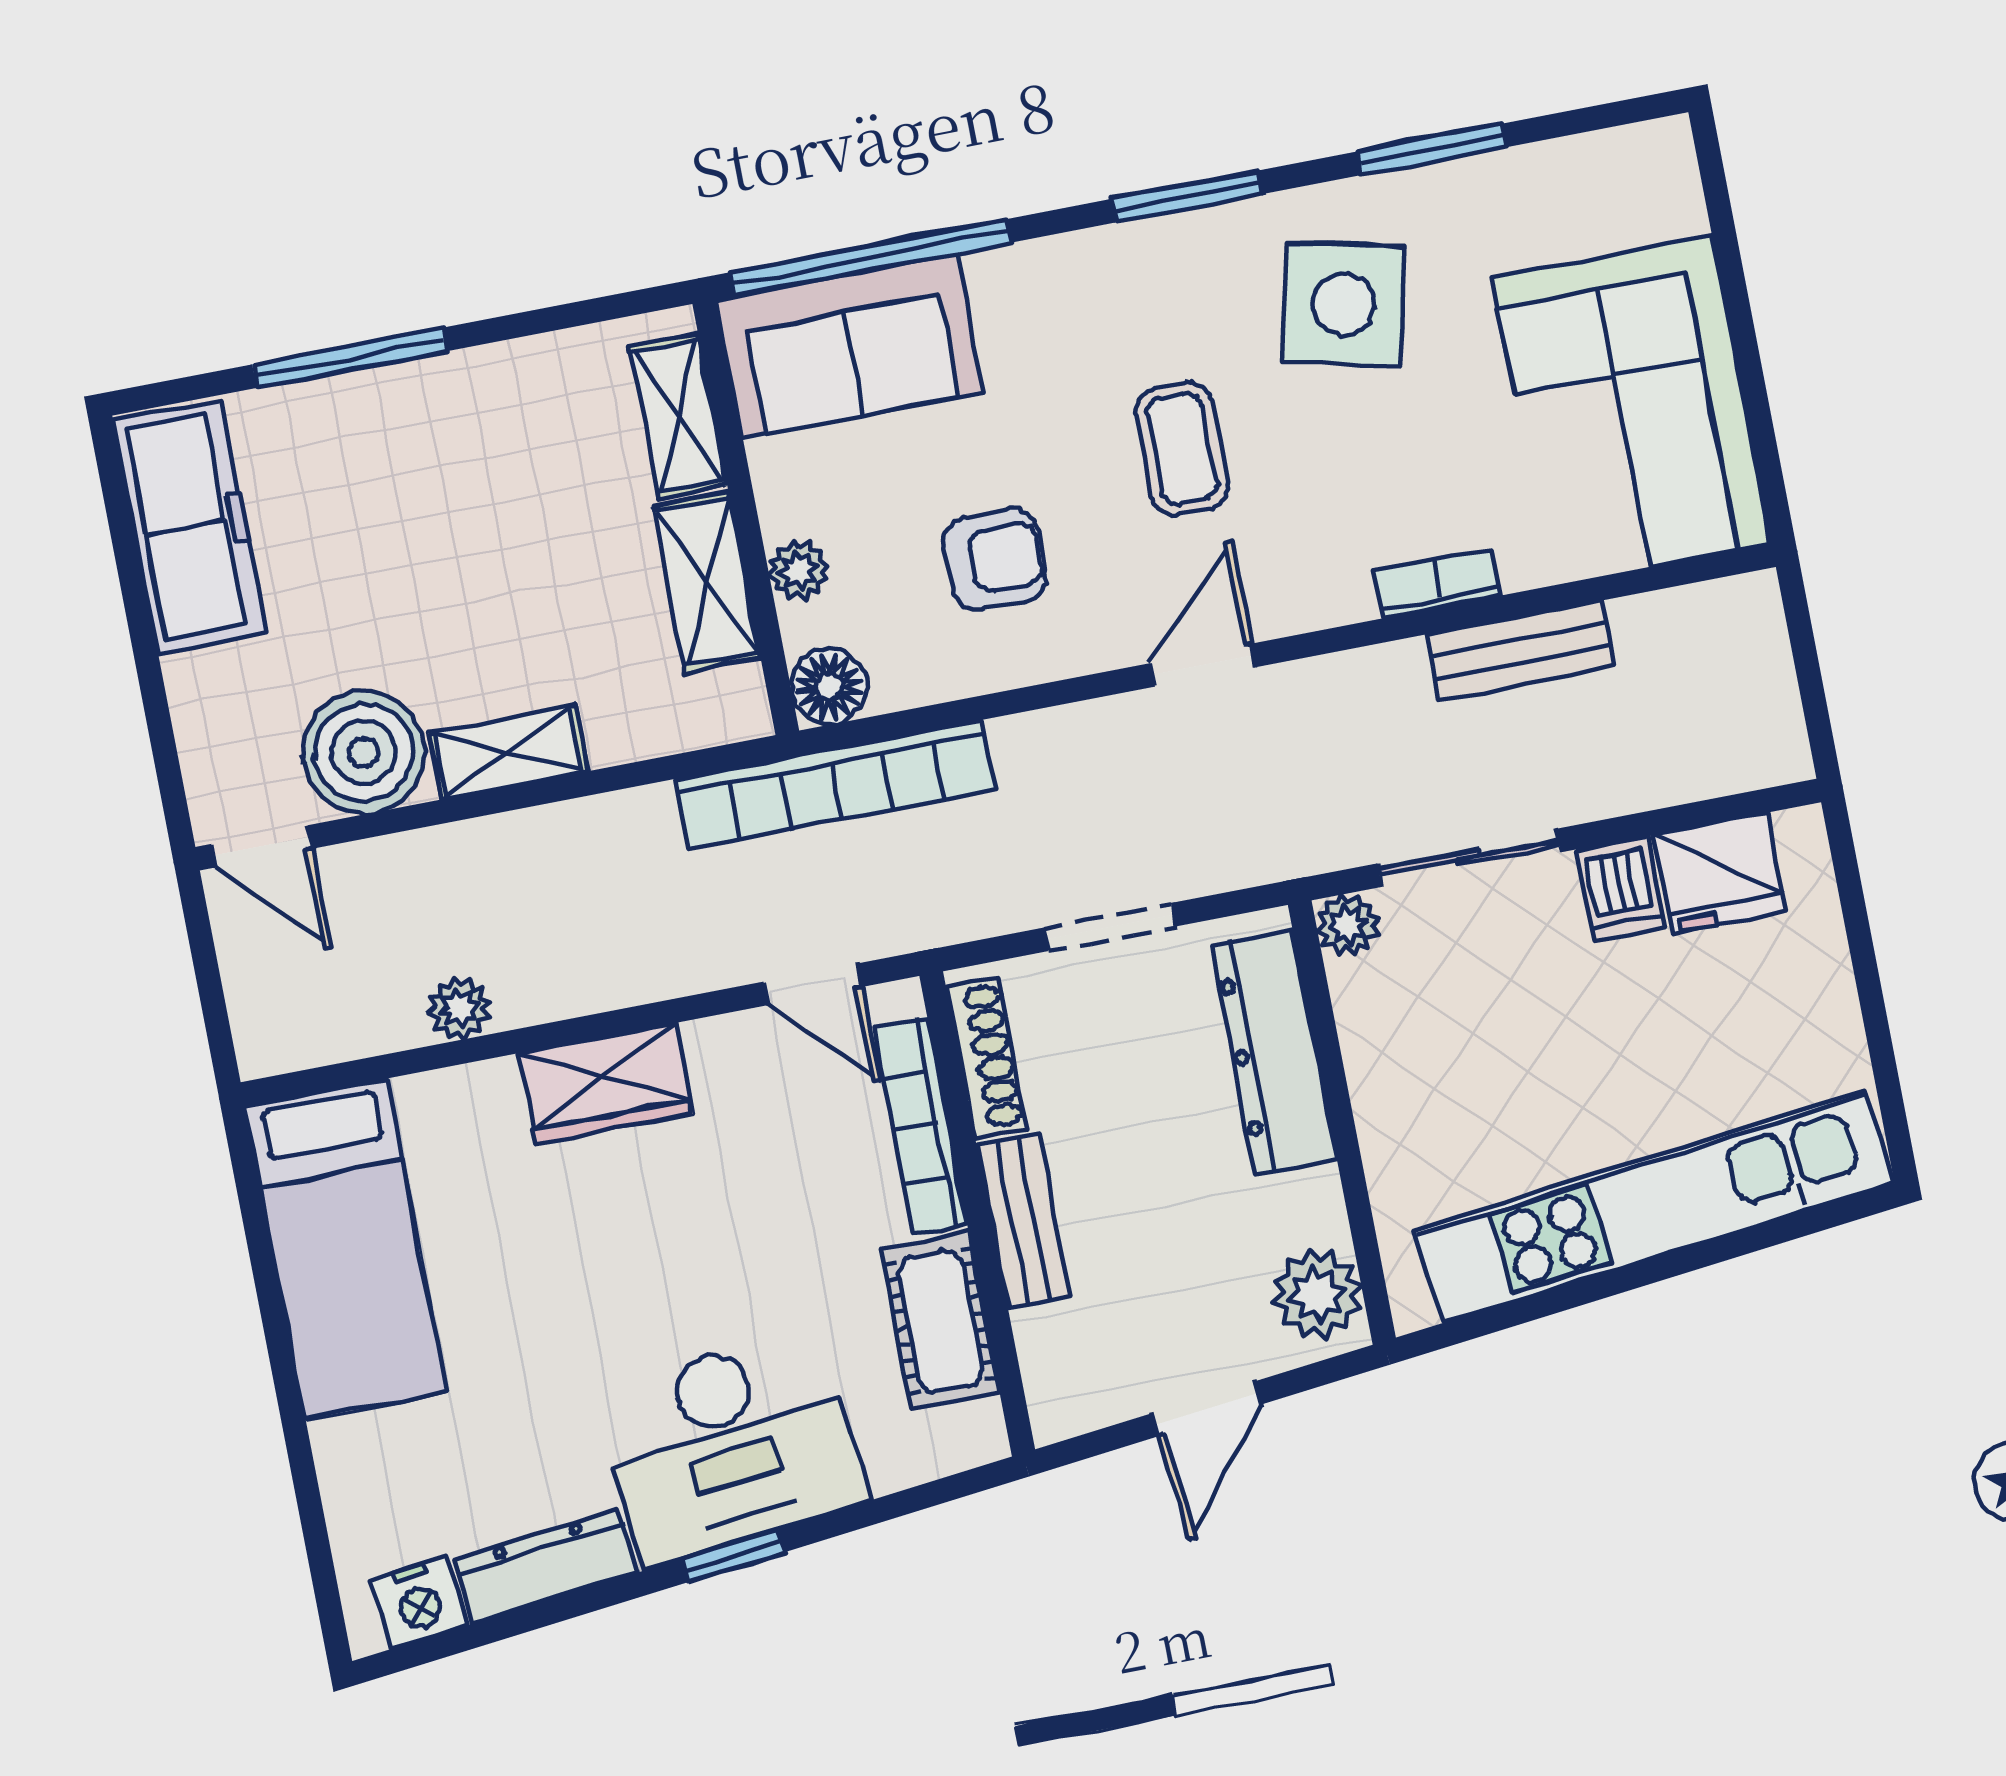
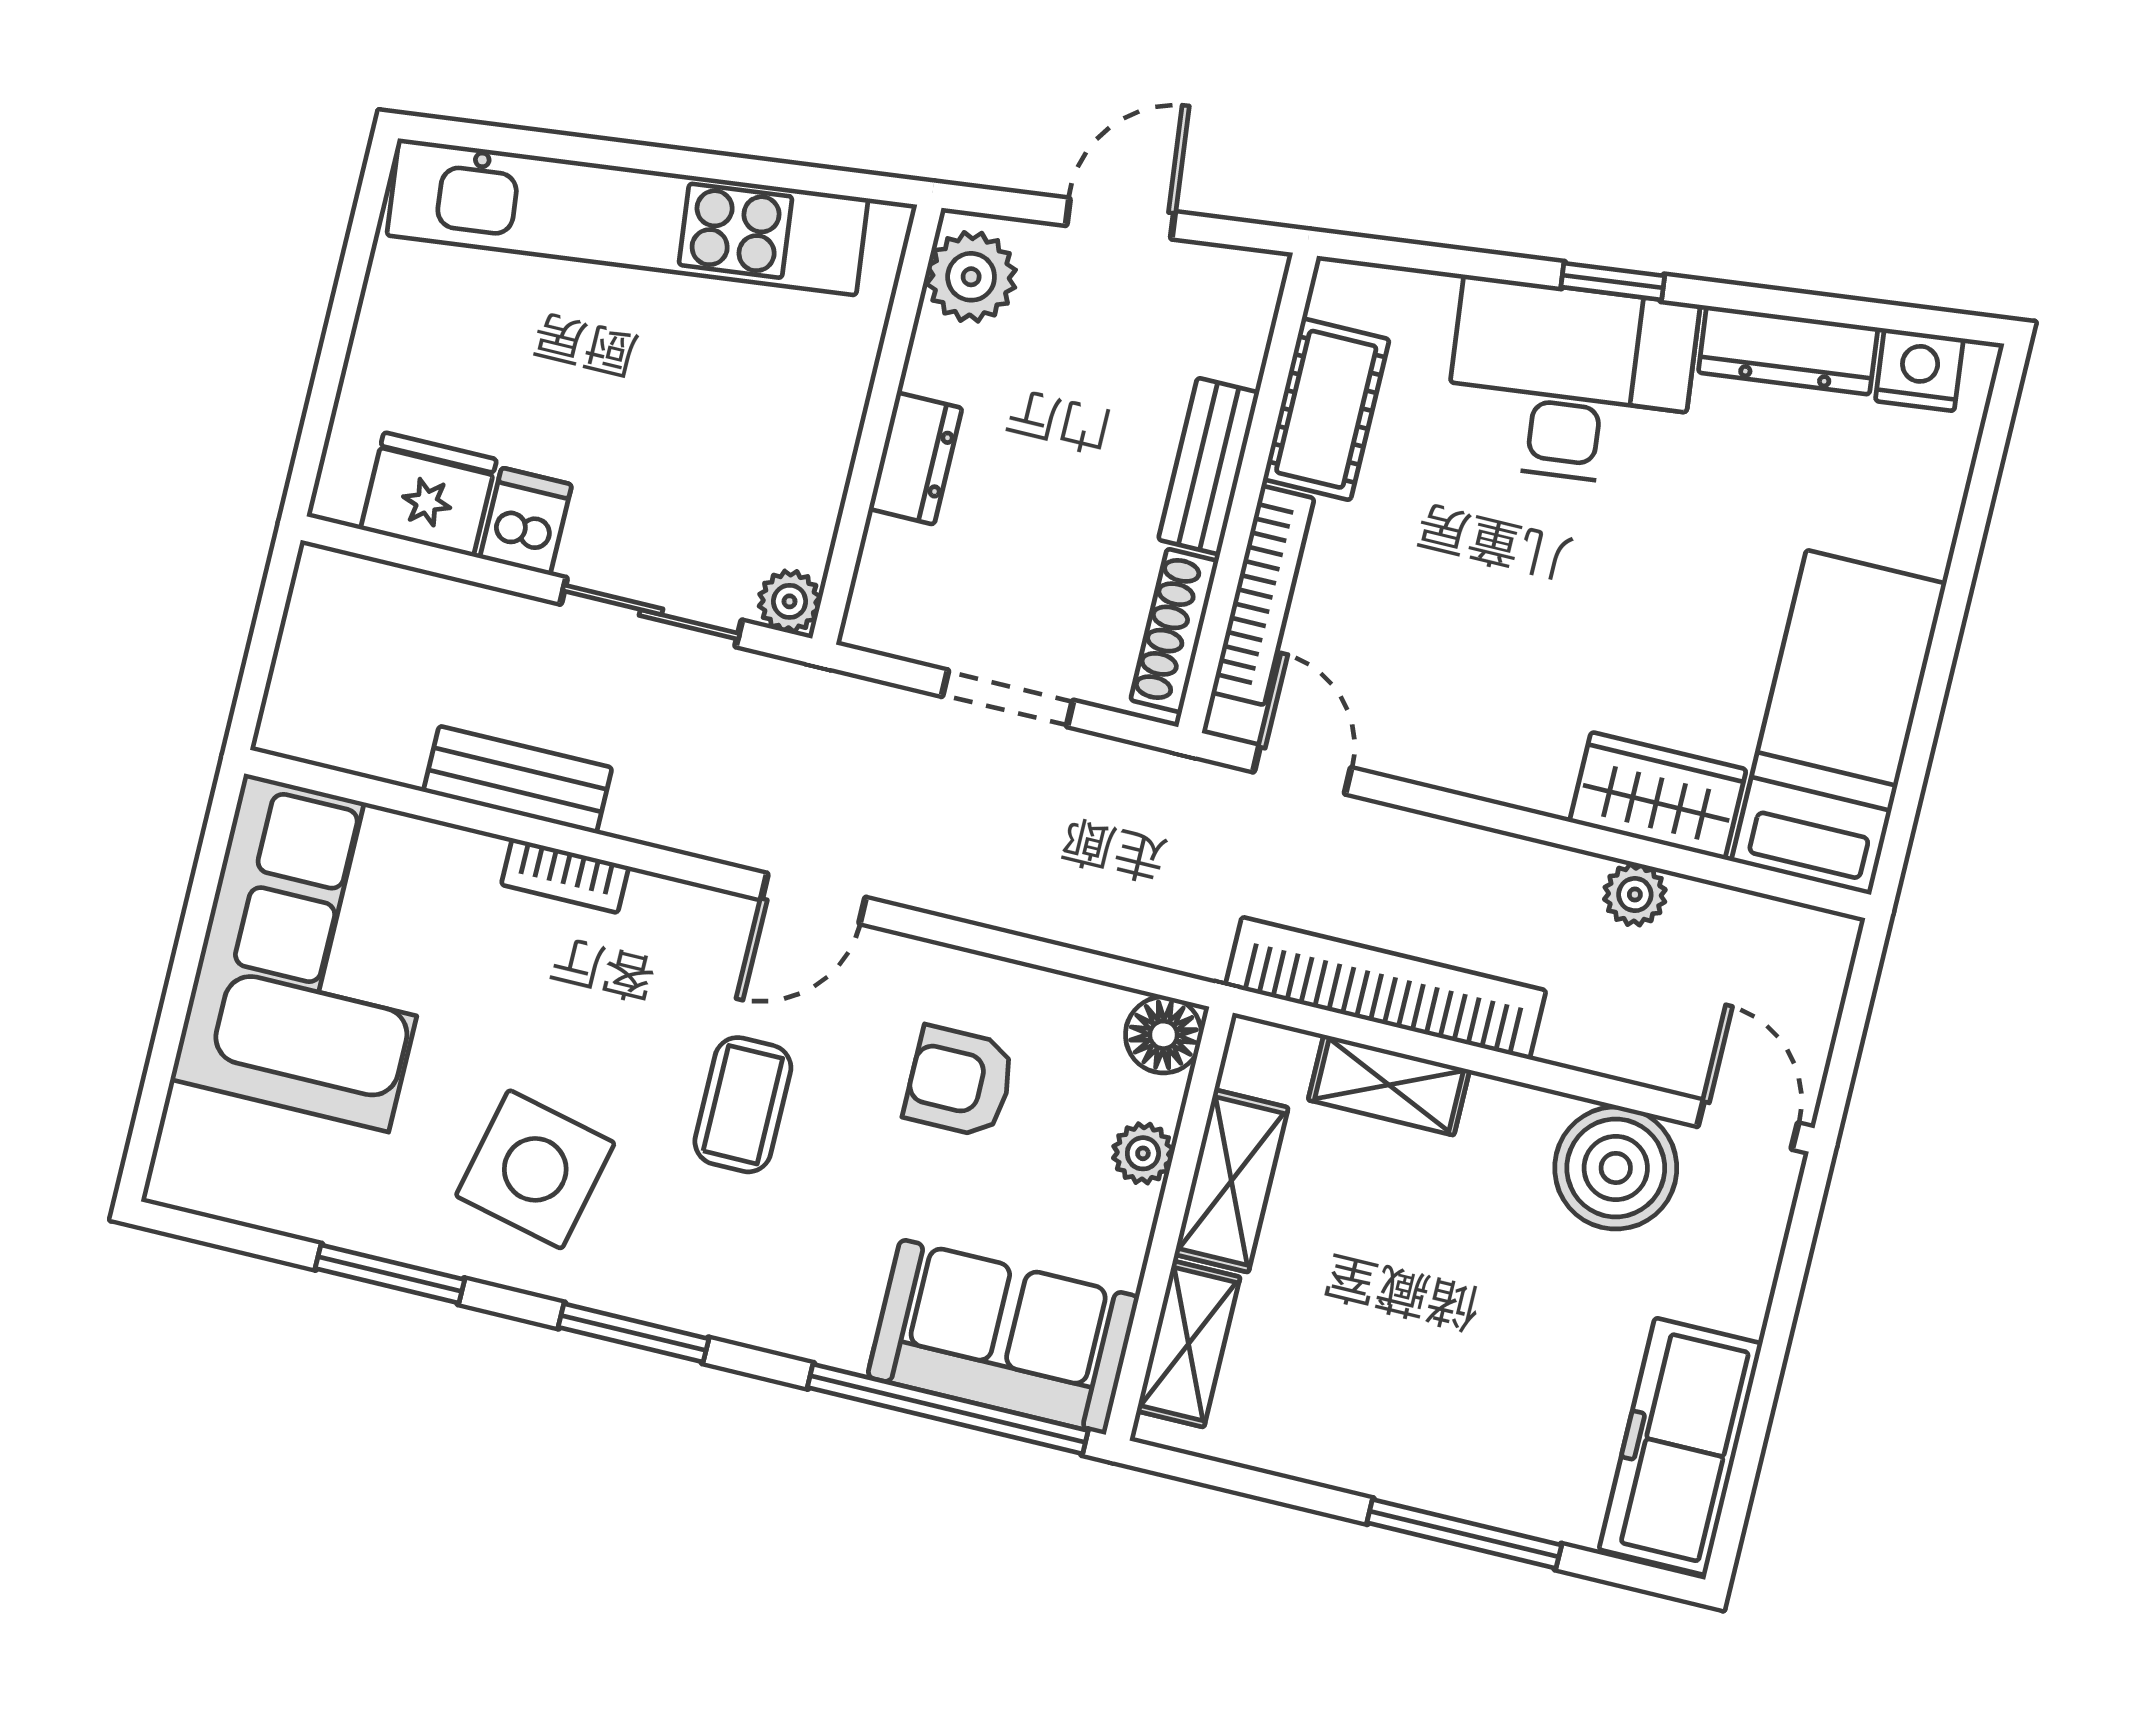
shelving: (509, 752) -> (1389, 1085), moved
bookcase: (835, 784) -> (1386, 988), moved
dresser: (1274, 1052) -> (915, 458), width x0.51, depth x0.80
wardrobe: (605, 1083) -> (1658, 796), moved

